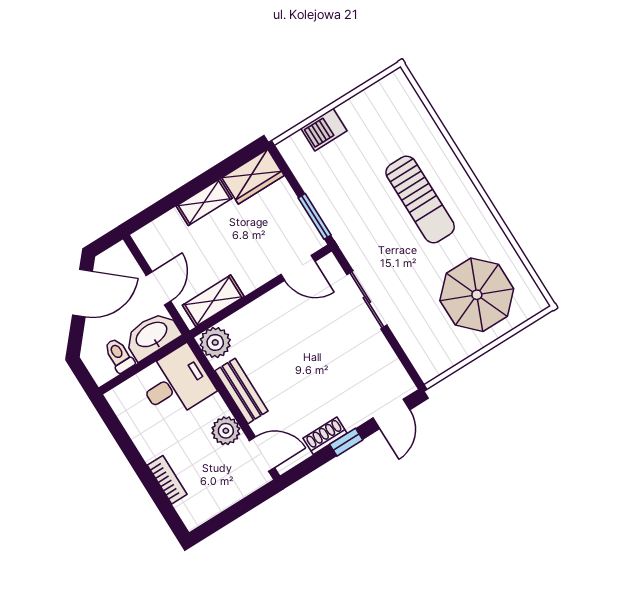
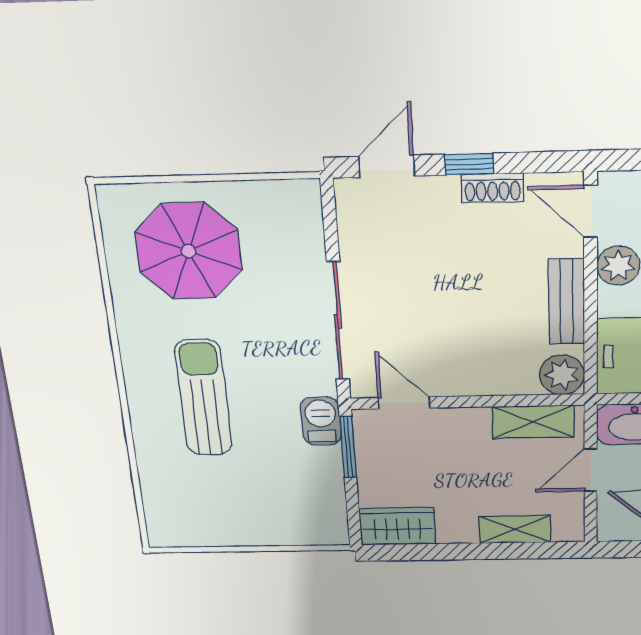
barbecue: (324, 130) -> (321, 421), moved, turned -90
shelving: (204, 202) -> (515, 529), moved
sliding door: (367, 300) -> (338, 321), width x1.37

